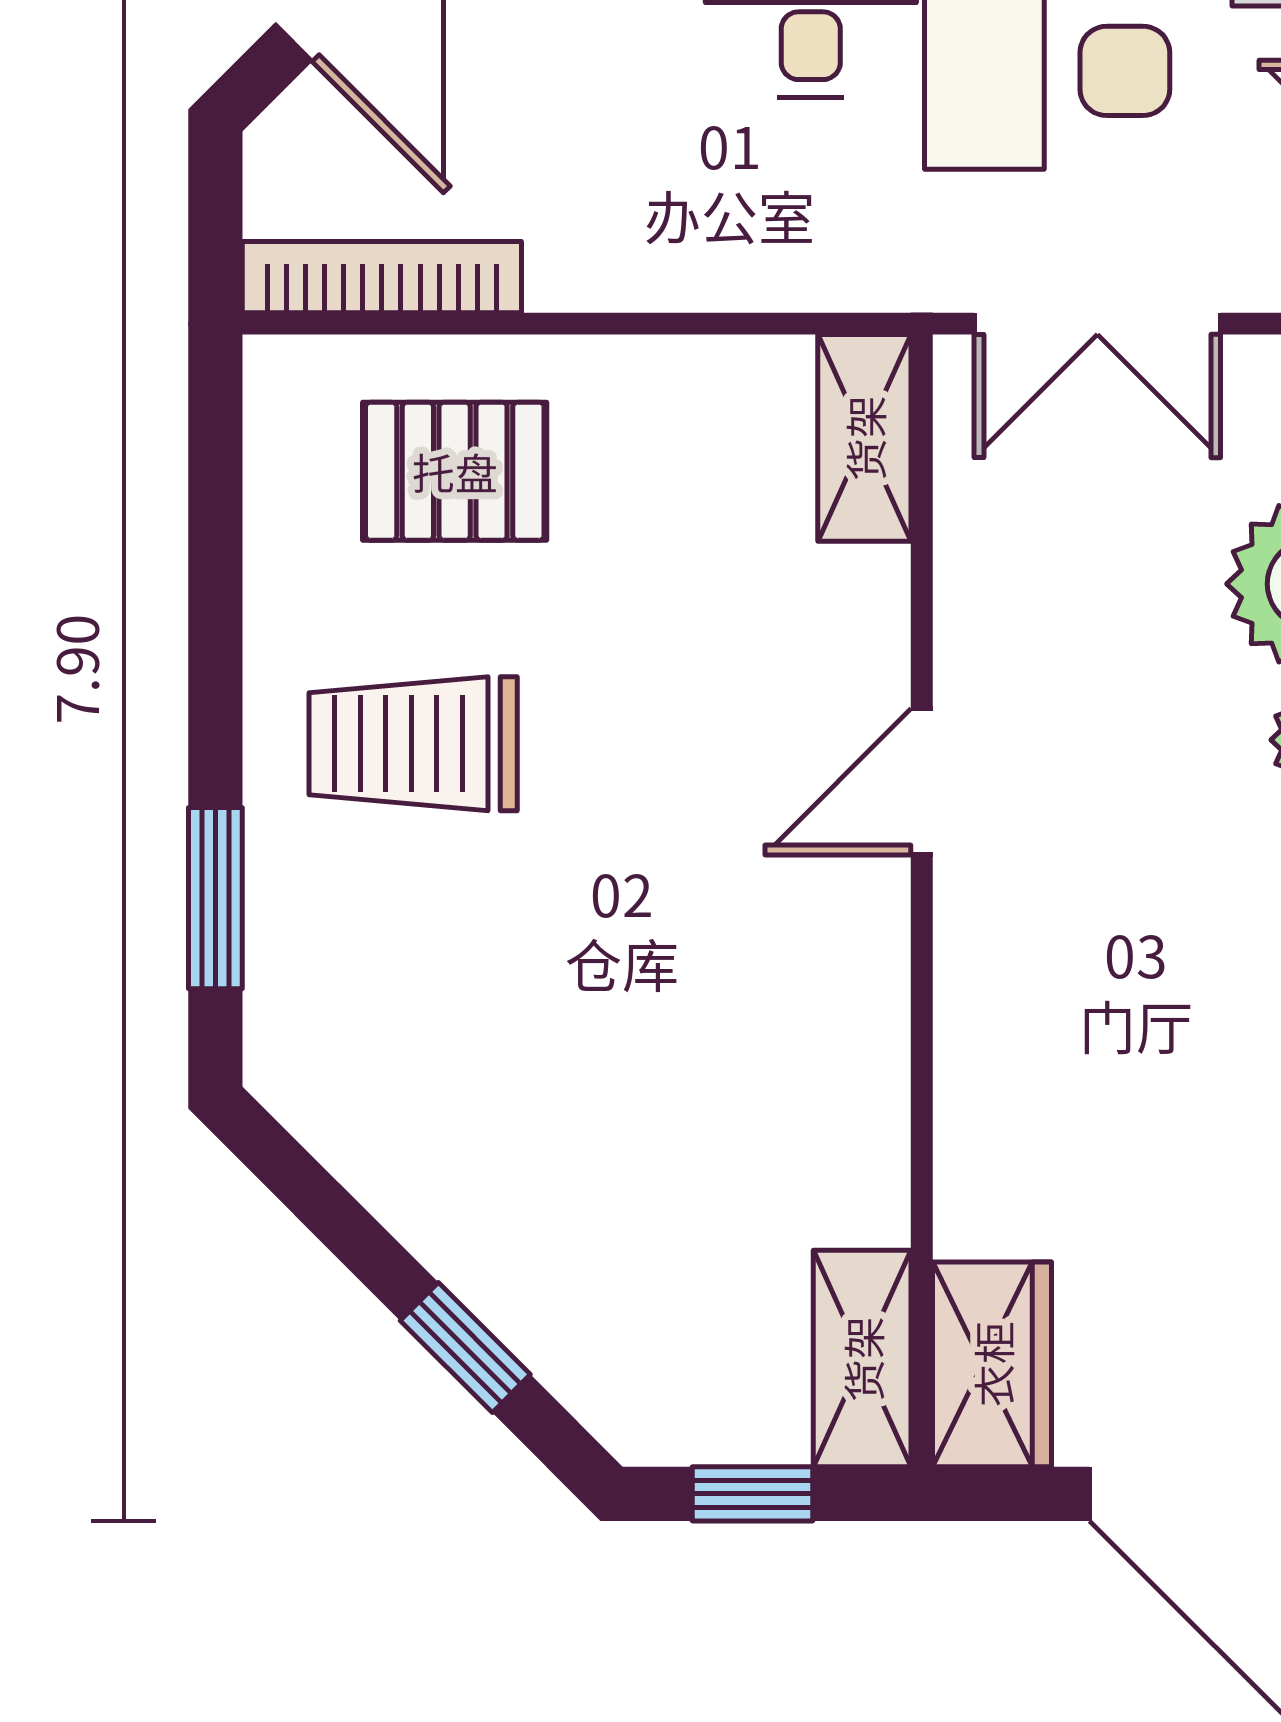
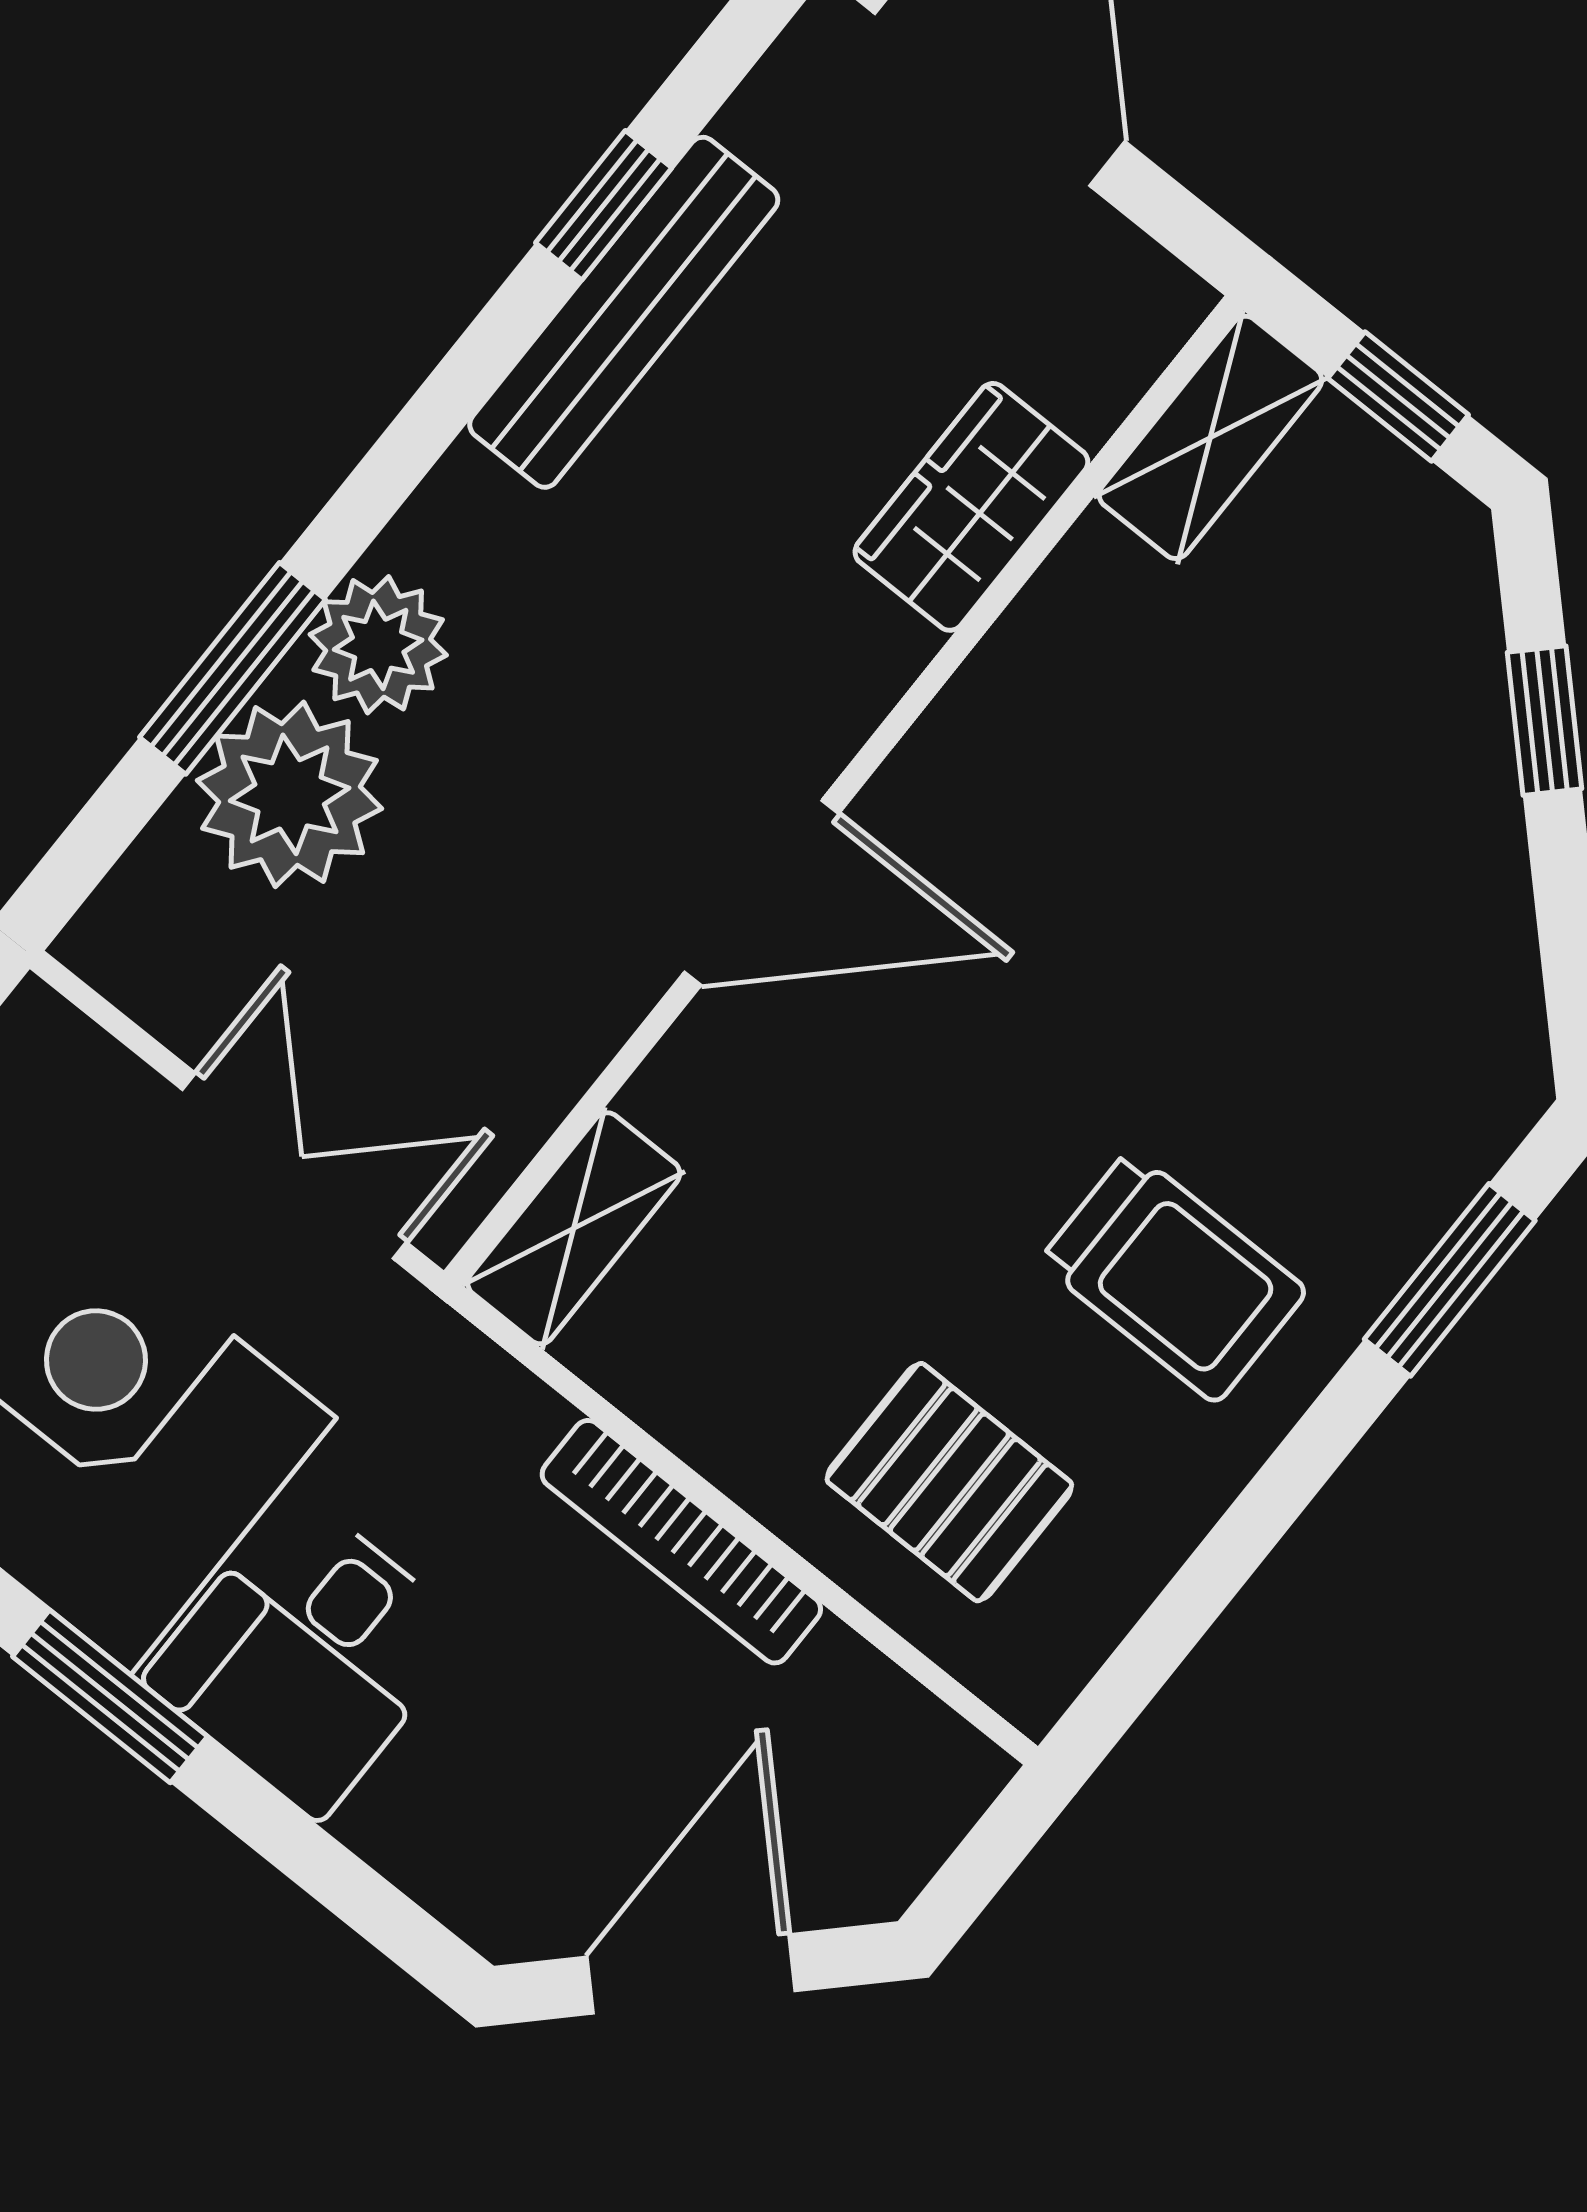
bookcase: (382, 277) -> (681, 1542), moved
door: (922, 782) -> (761, 893), width x1.37
wardrobe: (992, 1364) -> (971, 507), moved

